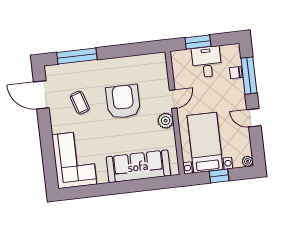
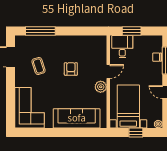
desk: (207, 62) -> (122, 47), moved
armchair: (123, 102) -> (71, 69), width x0.53, depth x0.53

